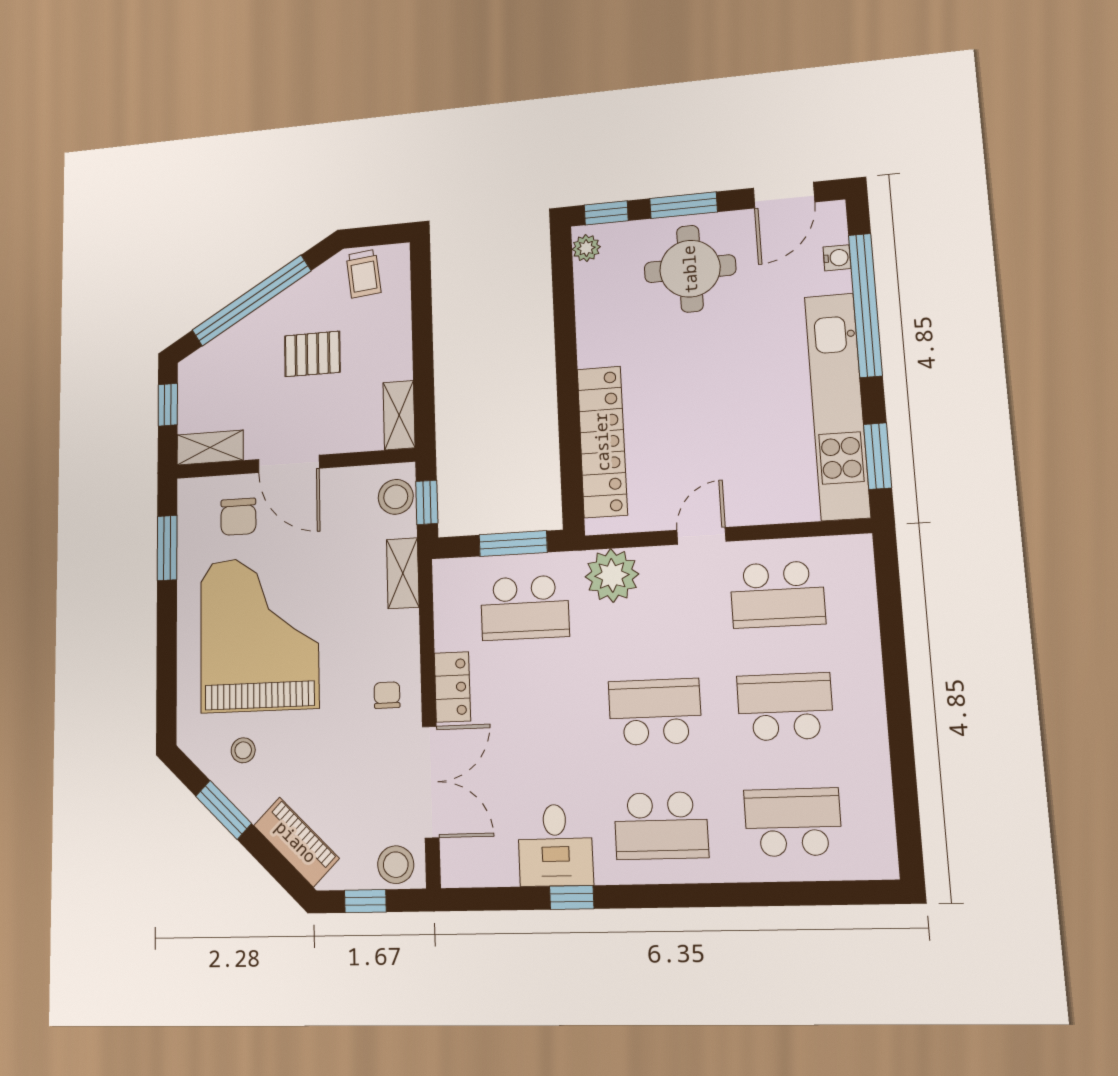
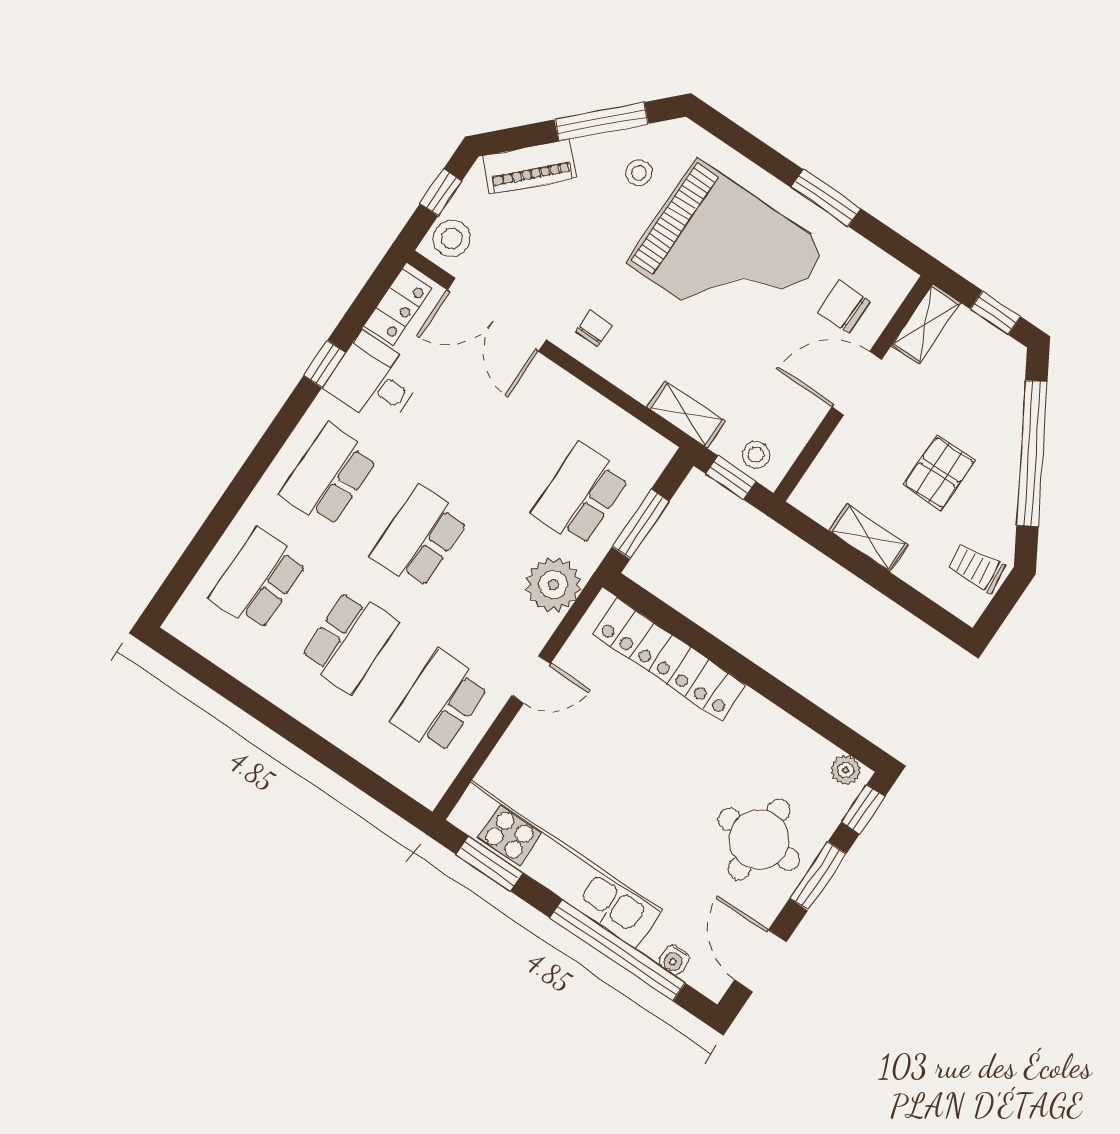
shelving: (399, 415) -> (869, 538), moved
stool: (396, 497) -> (756, 455), width x0.73, depth x0.73
door: (701, 536) -> (531, 679), hinge flipped
window: (167, 548) -> (826, 198), moved
locker: (452, 687) -> (398, 307), moved, turned -90
chair: (387, 695) -> (594, 328), turned -90
school desk: (655, 712) -> (420, 537), turned 180
window: (223, 810) -> (601, 122), width x1.44
school desk: (793, 822) -> (259, 580), turned 180

